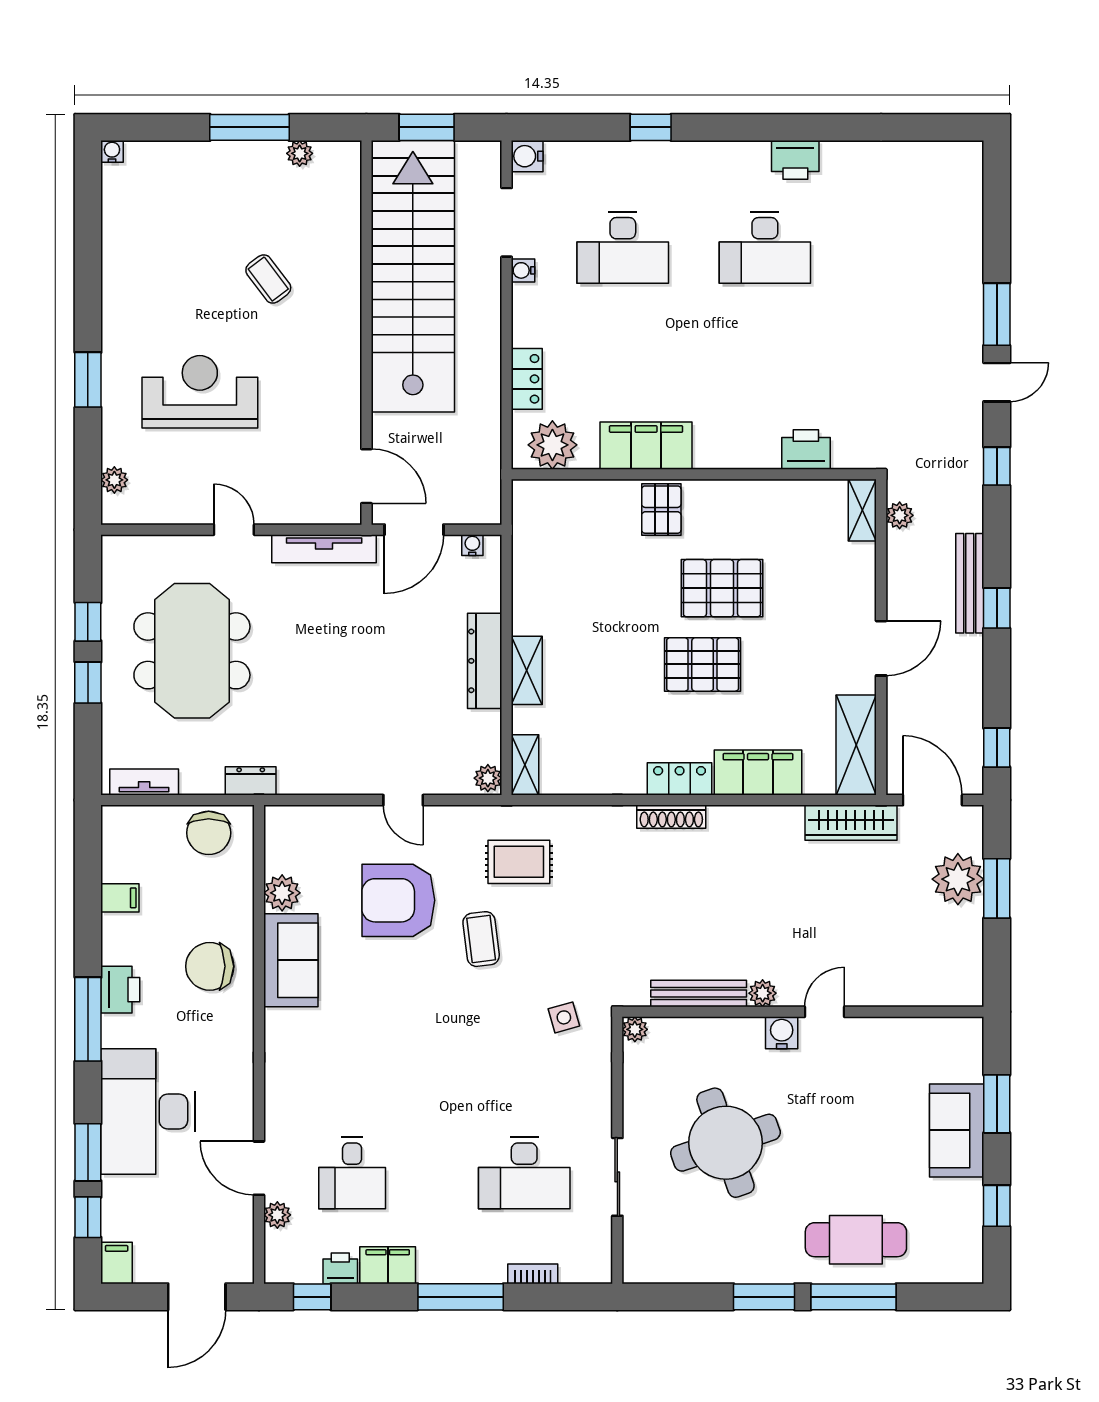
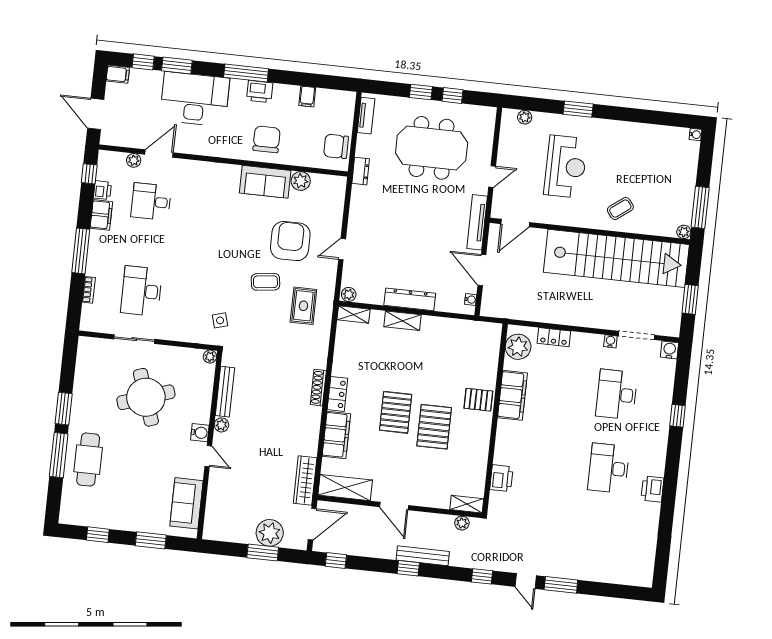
stairs: (413, 276) -> (616, 258), moved
wall: (366, 333) -> (590, 231), moved
door: (366, 476) -> (515, 223), moved
sofa: (957, 1130) -> (186, 503), moved, turned -90

